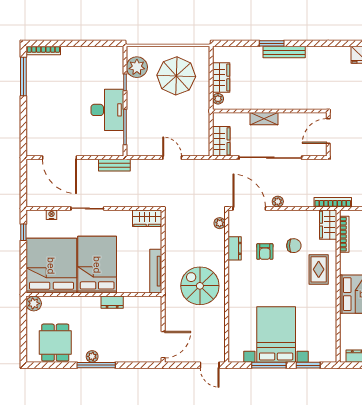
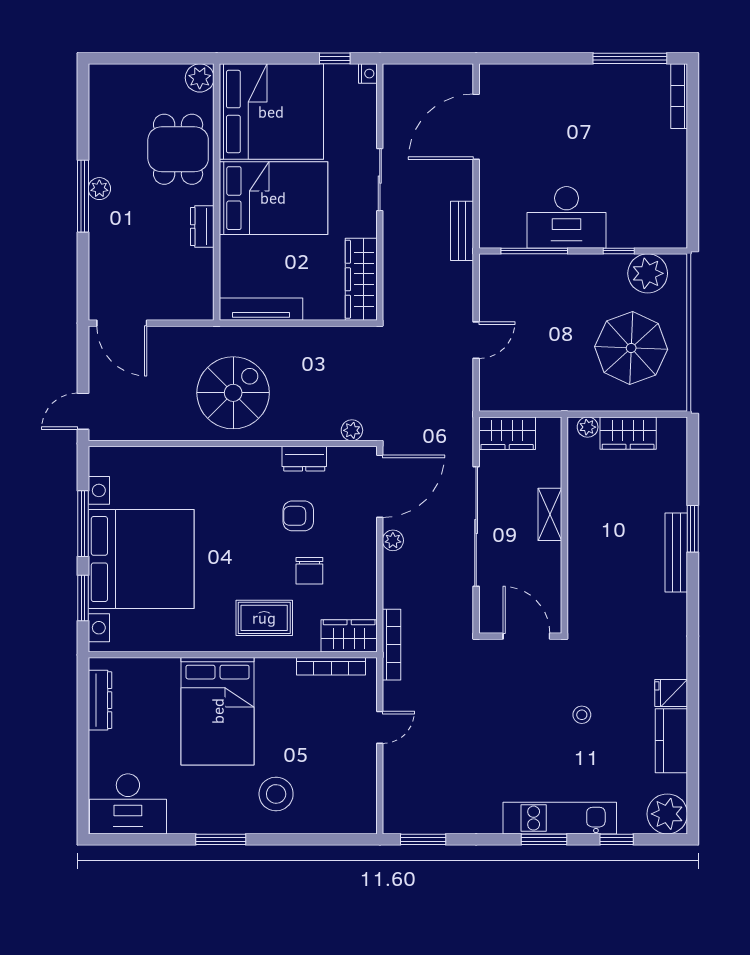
nightstand: (52, 215) -> (368, 74), moved
wardrobe: (147, 218) -> (361, 279), width x1.50
bed with nightstands: (276, 334) -> (141, 559), width x1.36
dining table: (55, 343) -> (178, 149), moved, turned 90

